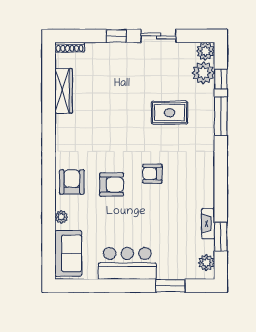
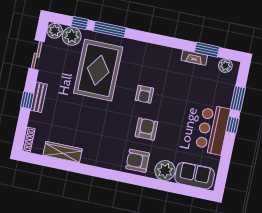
sliding door: (159, 36) -> (37, 55), moved
bench: (123, 49) -> (39, 97), added
rug: (170, 113) -> (98, 70), width x1.86, depth x2.06
plant: (61, 217) -> (165, 170), width x1.87, depth x1.87
window: (138, 286) -> (232, 125), added

